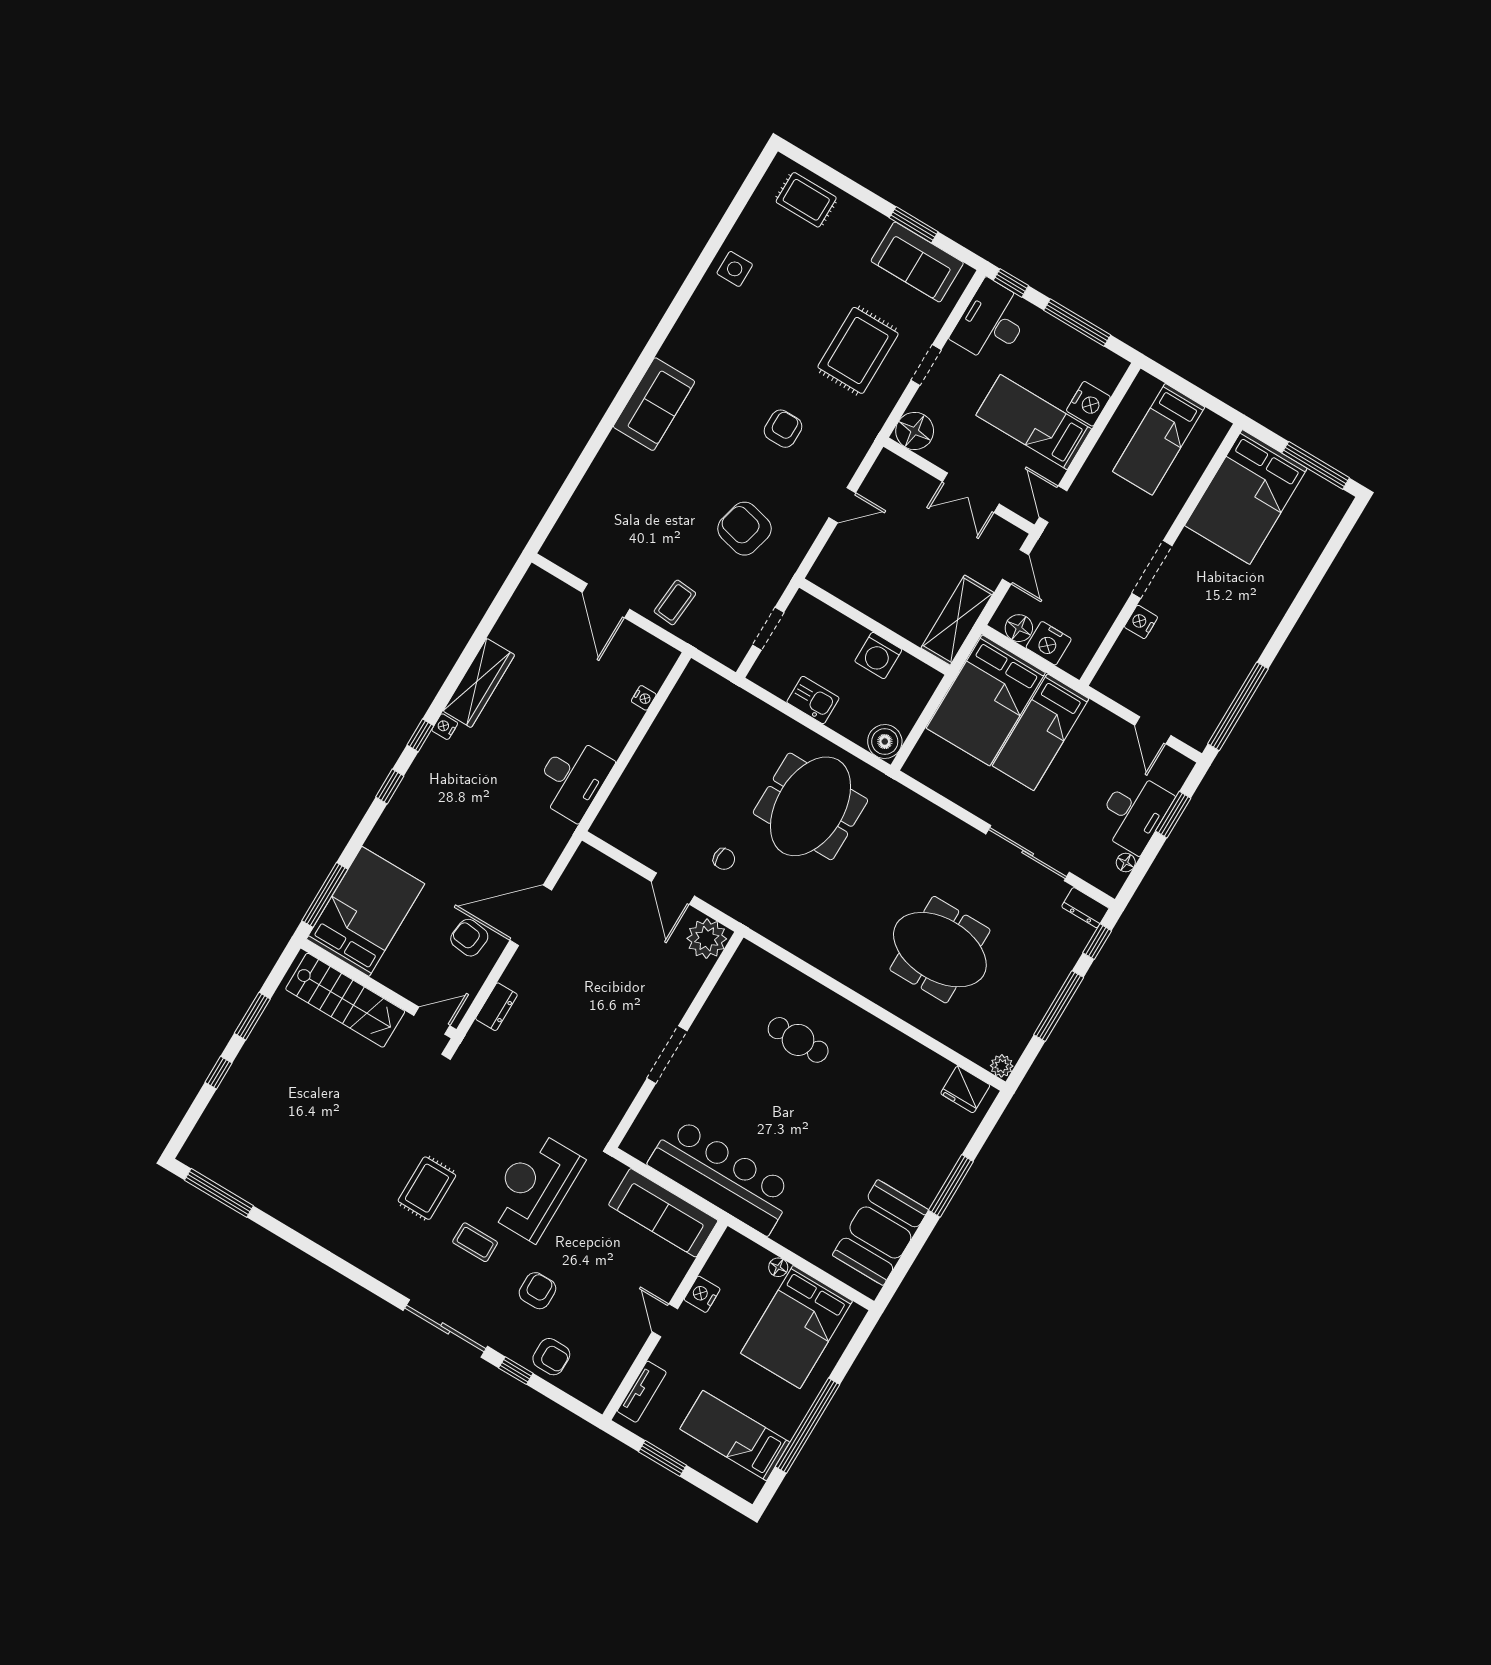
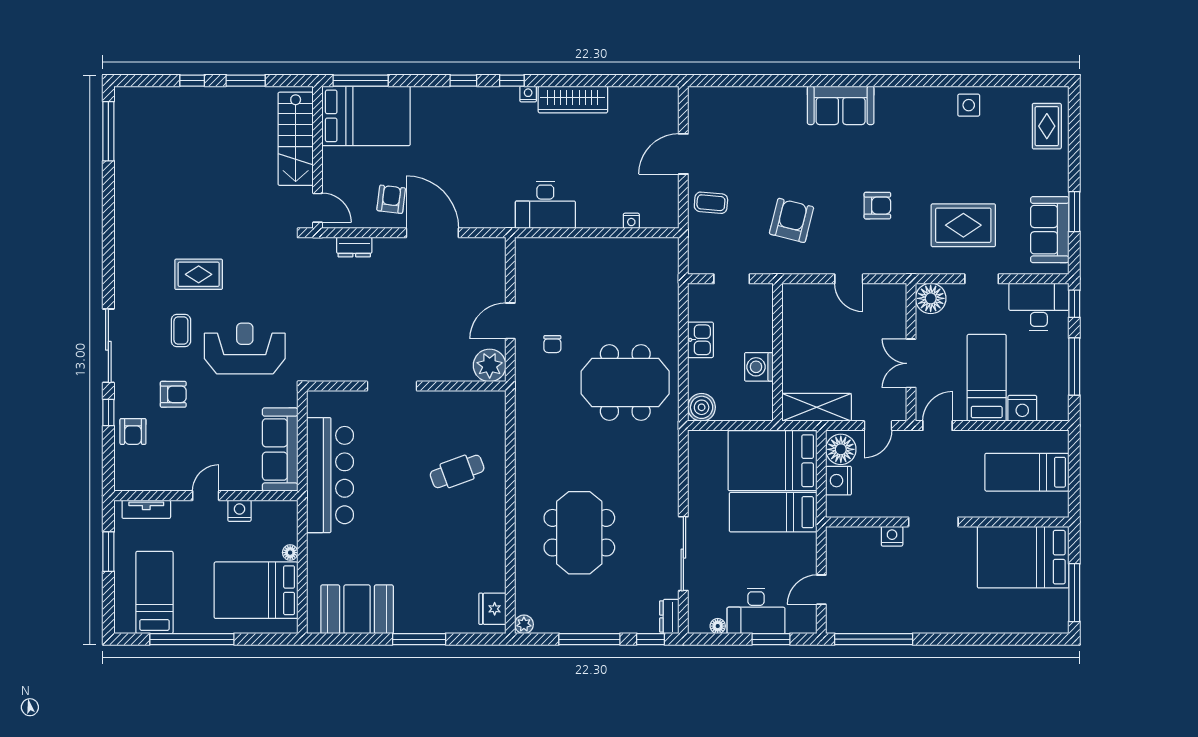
floor lamp: (1019, 628) -> (841, 449), width x1.38, depth x1.38
cafe table: (798, 1040) -> (457, 471), turned 70

